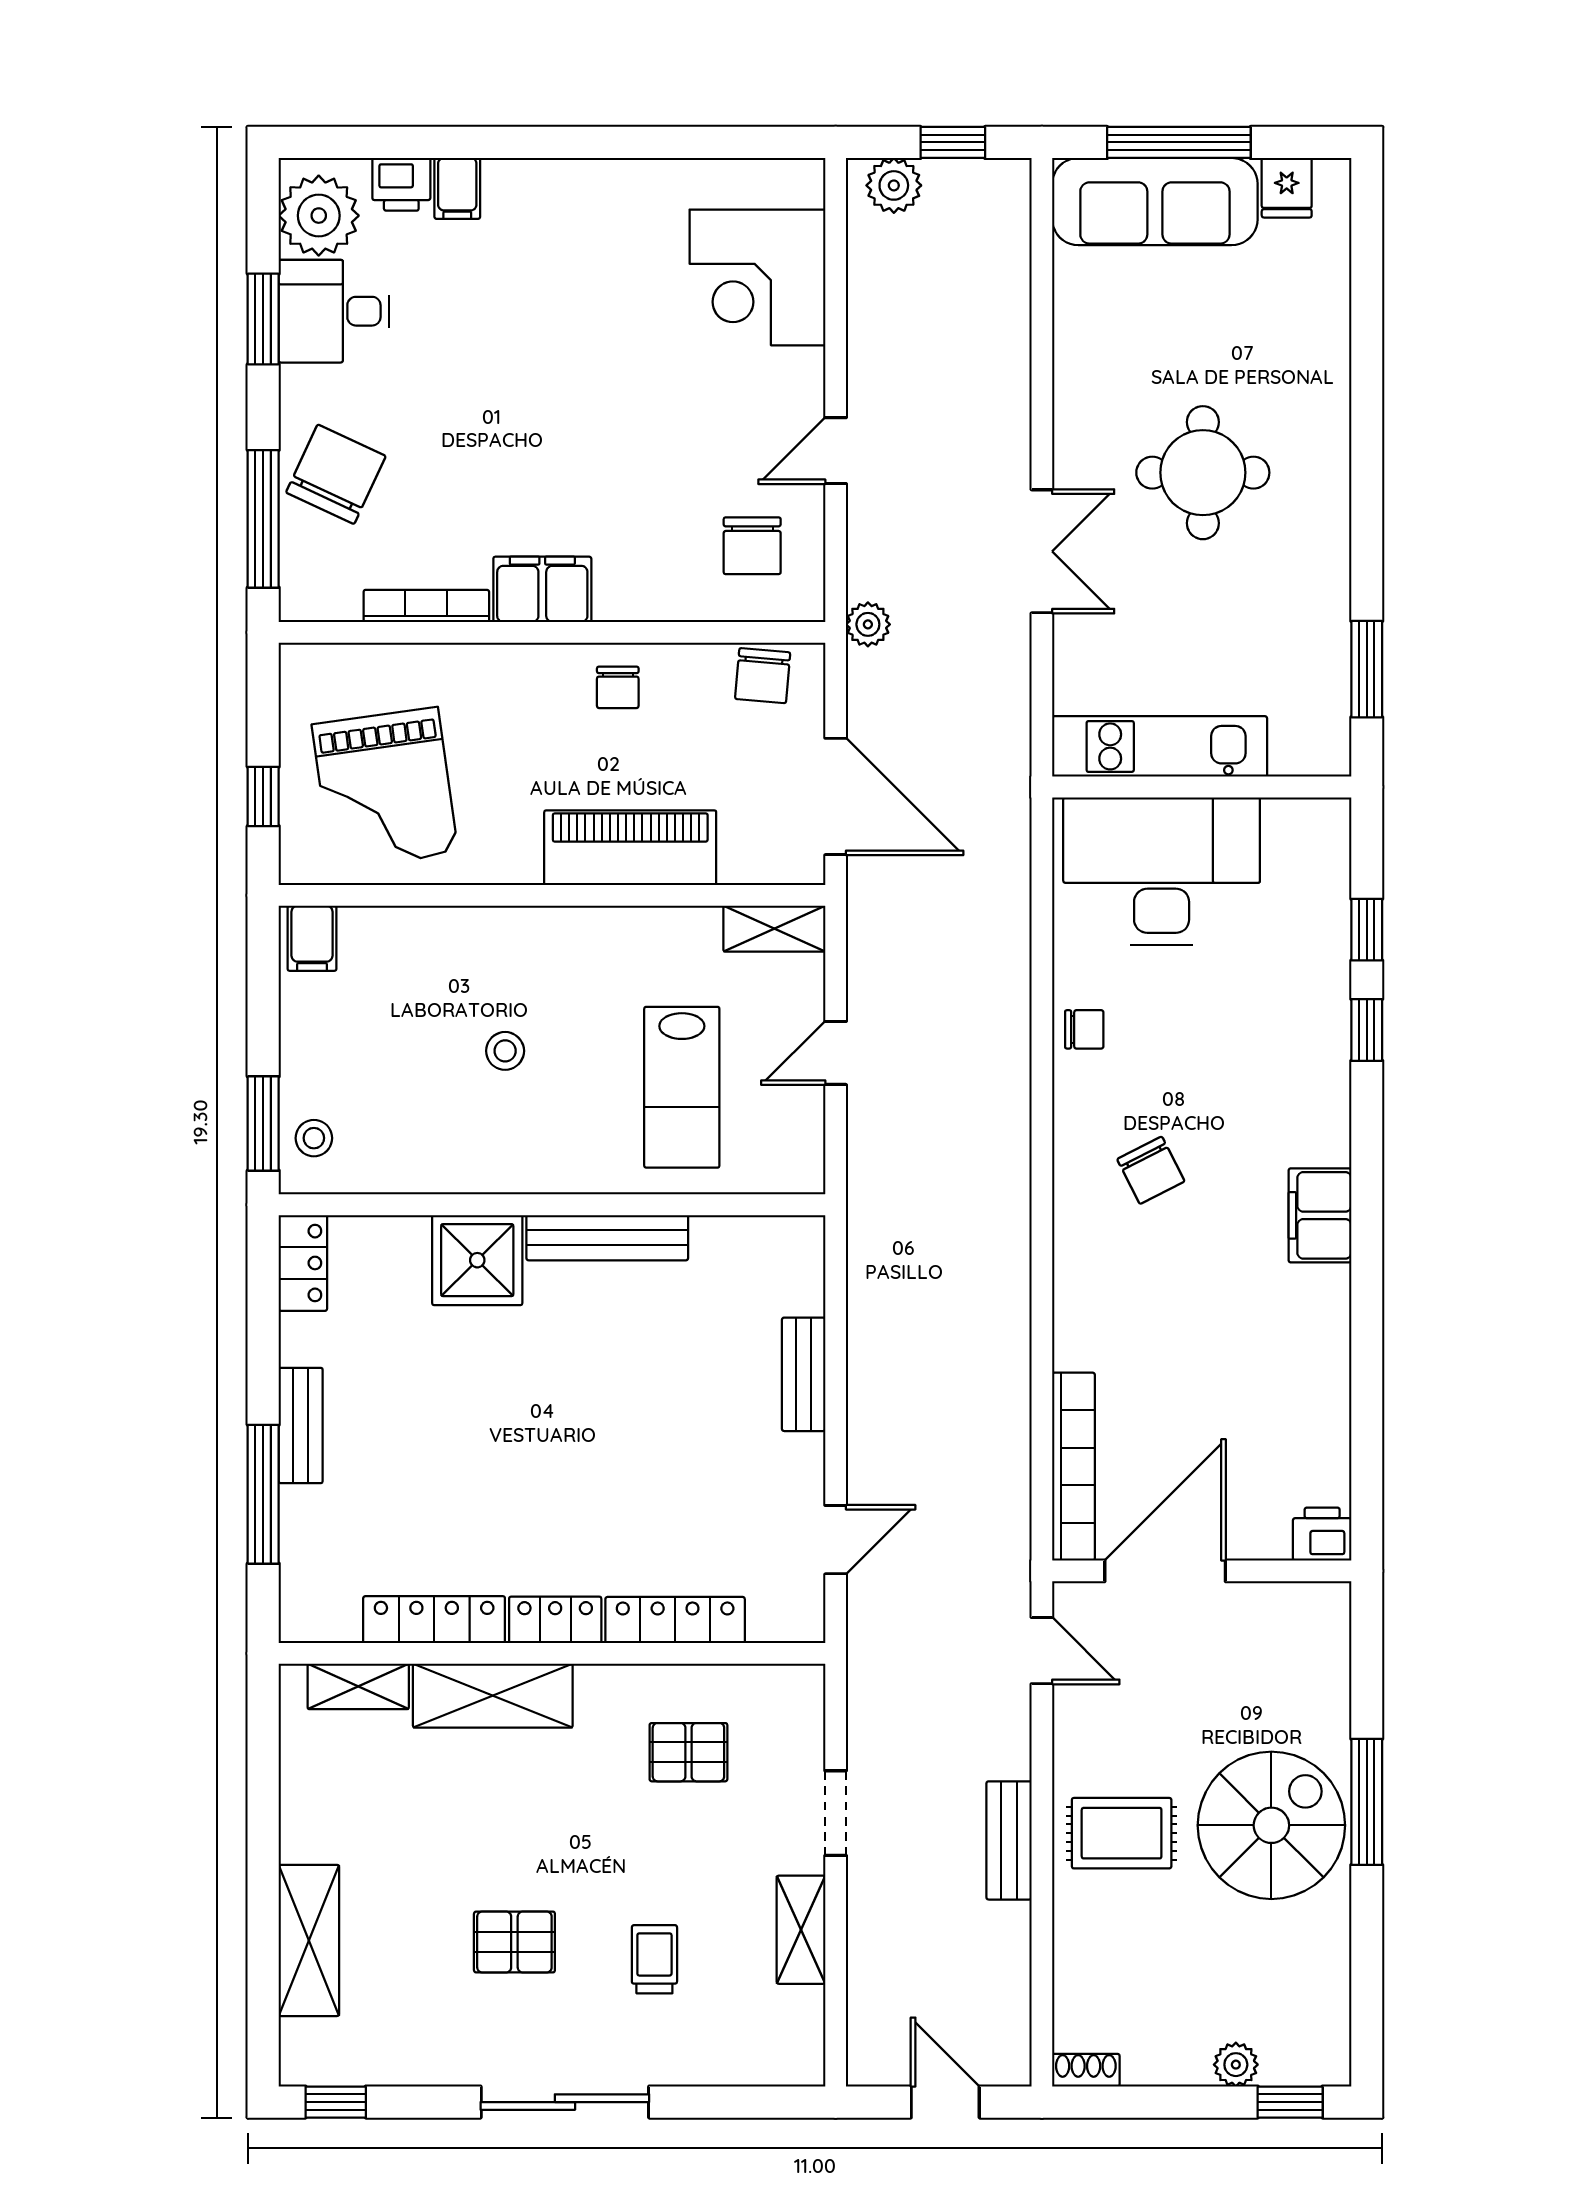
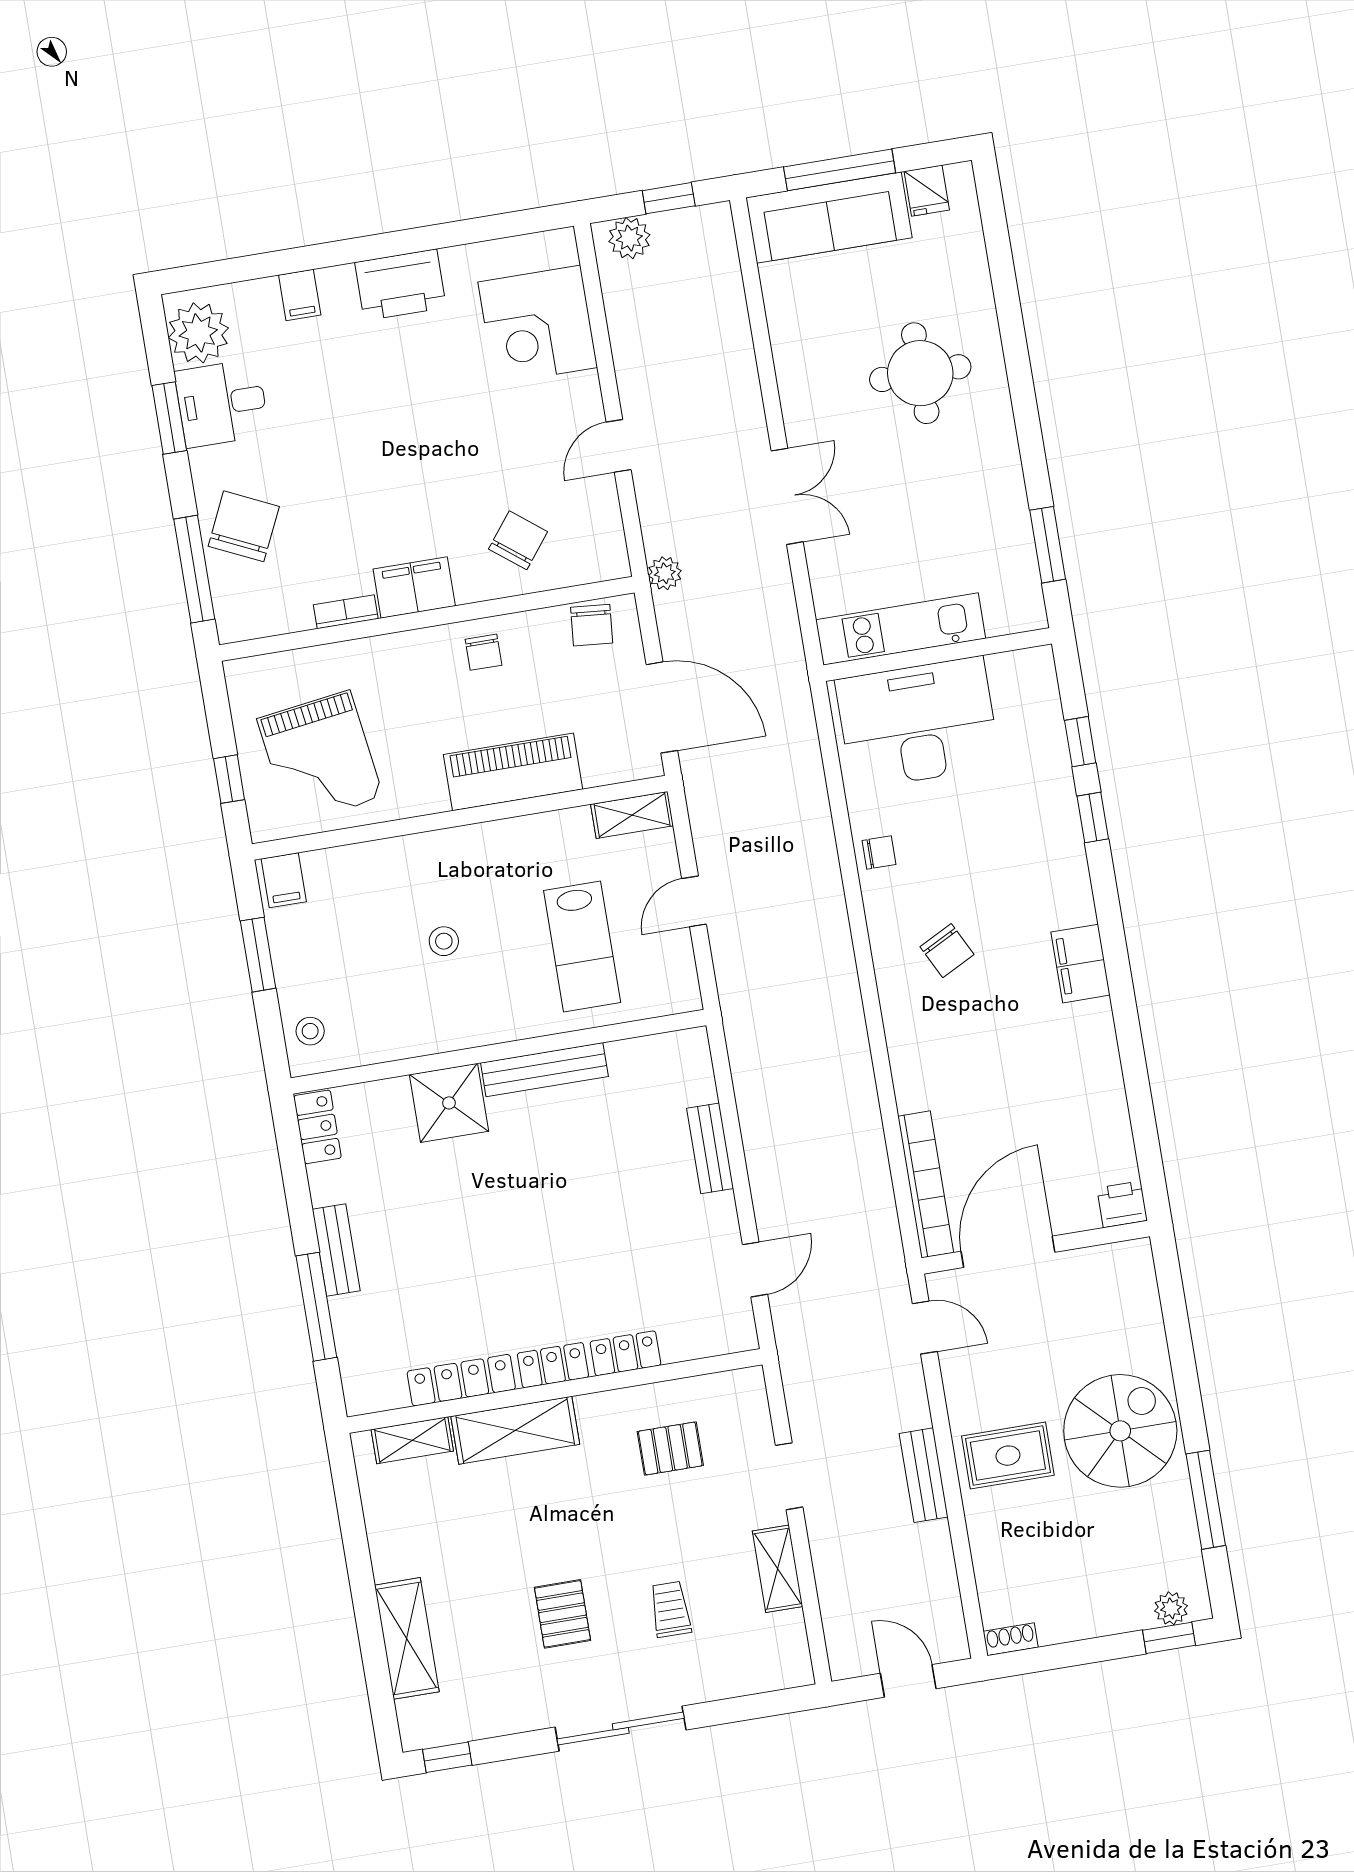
printer: (401, 184) -> (400, 285), moved, width x1.87, depth x1.48
round table: (1203, 473) -> (920, 373), moved
chair: (752, 546) -> (518, 540), moved, turned -142
bookcase: (426, 606) -> (346, 612), width x0.64
window: (263, 1123) -> (258, 955), moved
locker: (675, 1620) -> (625, 1353), width x0.66
window: (1367, 1802) -> (1206, 1500), moved
pallet: (514, 1942) -> (562, 1614), turned 90
plant: (1236, 2065) -> (1171, 1608), moved

